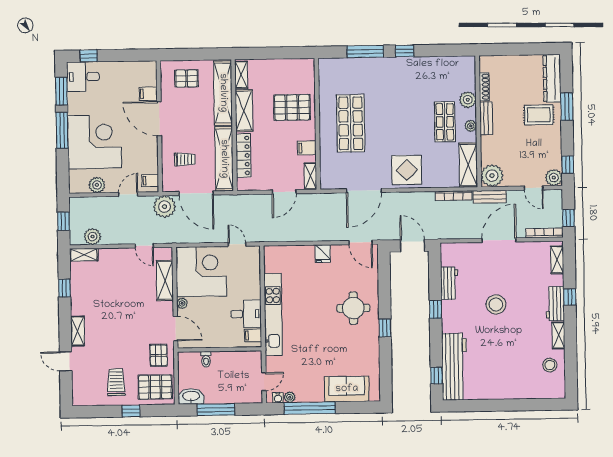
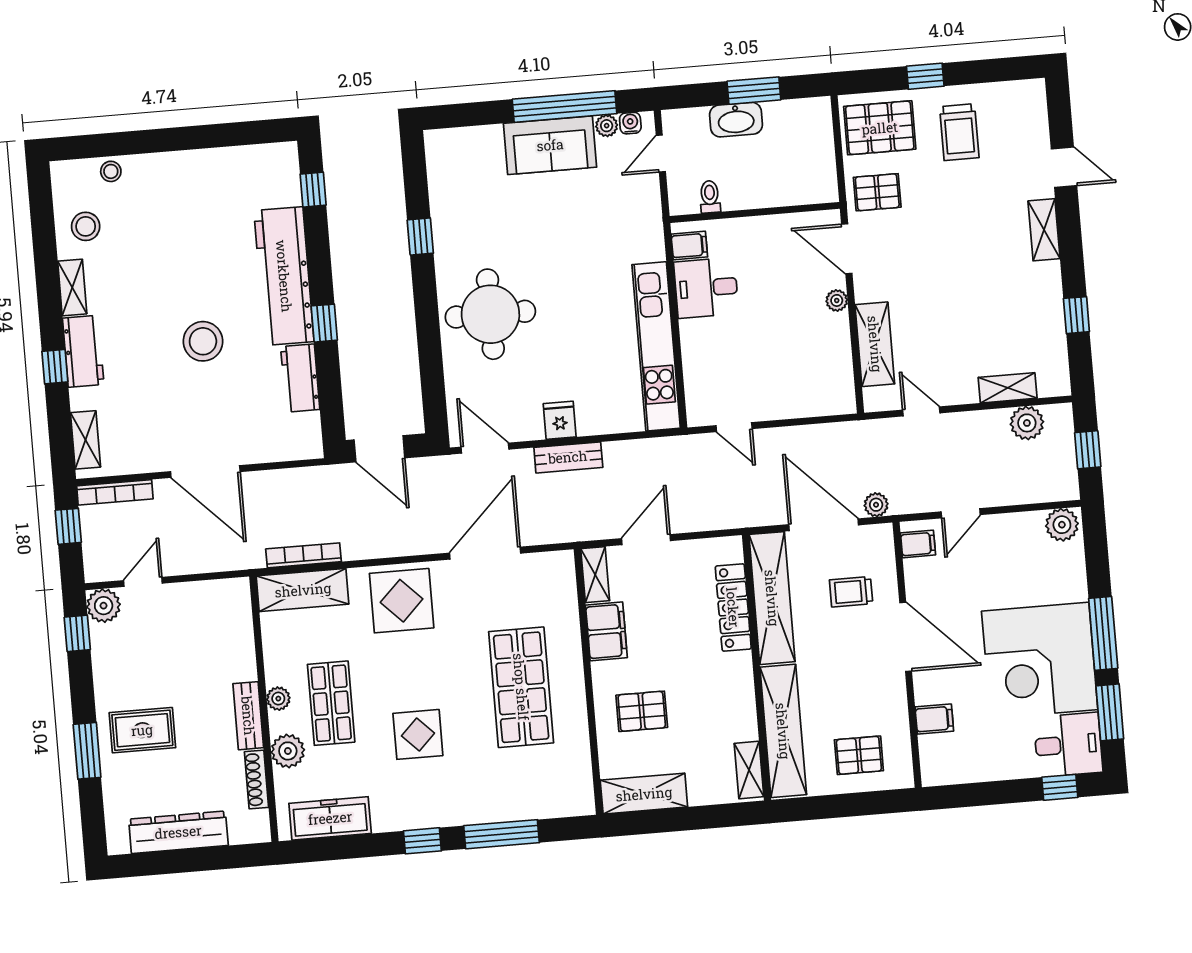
freezer: (449, 65) -> (330, 818), added
dresser: (552, 78) -> (178, 832), moved, turned -90
display table: (403, 103) -> (418, 734), added
pallet: (292, 107) -> (642, 711), width x0.67, depth x0.71
shelving: (244, 111) -> (644, 794), moved, turned 90
door: (159, 119) -> (906, 637), moved
corner desk: (95, 142) -> (1040, 660), moved
filing cabinet: (307, 148) -> (606, 631), width x2.00
shelving: (468, 165) -> (303, 590), moved, turned 90
plant: (492, 176) -> (228, 601), removed
plant: (97, 185) -> (1062, 525), moved
door: (534, 188) -> (143, 582), hinge flipped
bench: (490, 197) -> (568, 457), moved
plant: (164, 207) -> (876, 505), width x0.53, depth x0.53
door: (499, 240) -> (205, 472), hinge flipped
shelving: (84, 255) -> (1008, 388), moved
corner desk: (201, 272) -> (803, 367), removed
round table: (353, 308) -> (490, 314), width x1.36, depth x1.36
kitchen unit: (273, 314) -> (656, 346), moved
window: (385, 328) -> (420, 237), moved
pallet: (159, 355) -> (877, 192), turned 90
toilet: (206, 359) -> (710, 197), moved
workbench: (454, 367) -> (284, 276), moved
sofa: (347, 389) -> (550, 145), moved
stool: (536, 391) -> (111, 171), added
washbasin: (191, 396) -> (736, 120), moved
window: (216, 410) -> (754, 91), width x0.69

